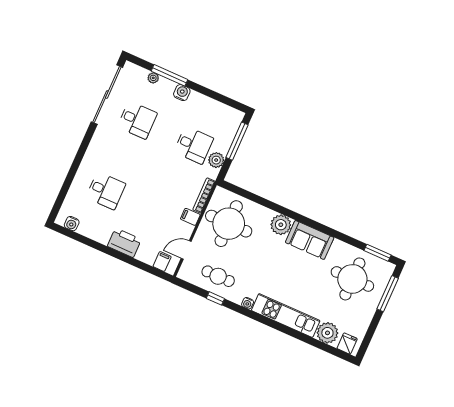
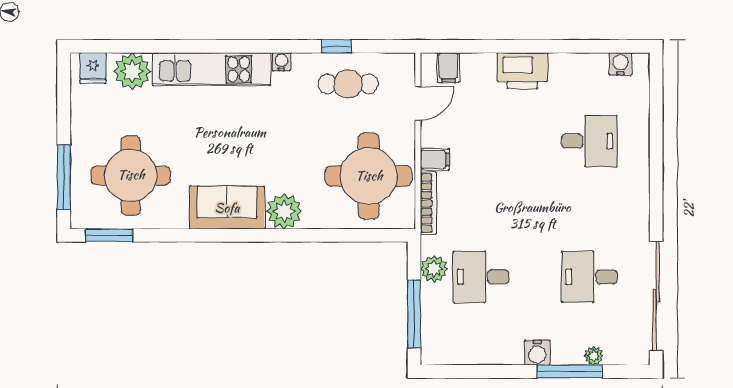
desk: (106, 191) -> (589, 141), turned 180

